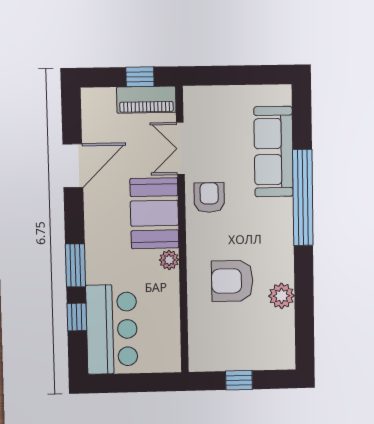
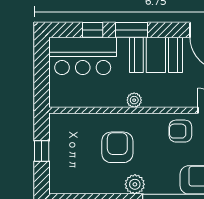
armchair: (209, 198) -> (180, 131), turned 180
booth: (154, 213) -> (156, 55), moved
plant: (282, 296) -> (135, 184), moved

